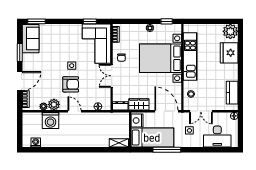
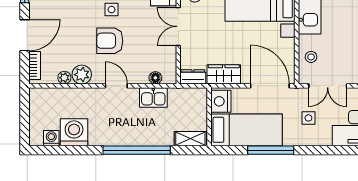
armchair: (71, 84) -> (110, 41), turned 180
kitchen sink: (97, 118) -> (153, 97), added
washing machine: (50, 120) -> (74, 132), moved, turned 180
window: (87, 150) -> (137, 150), added

